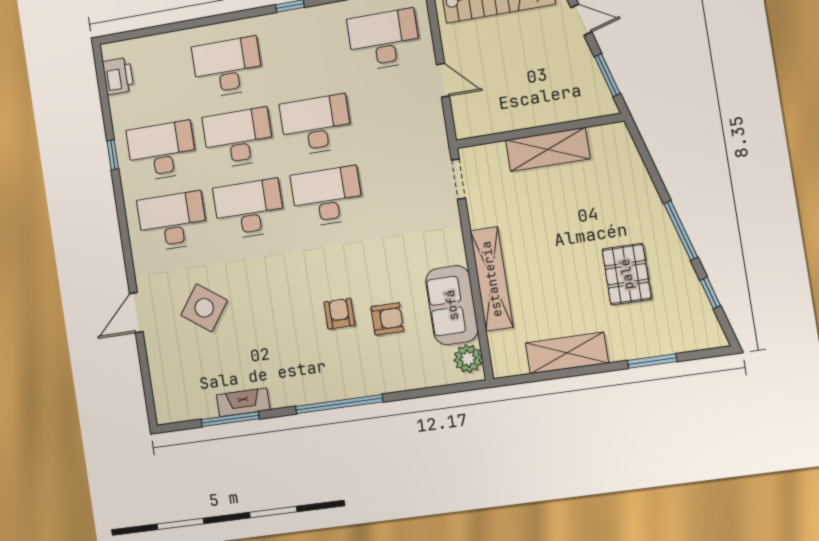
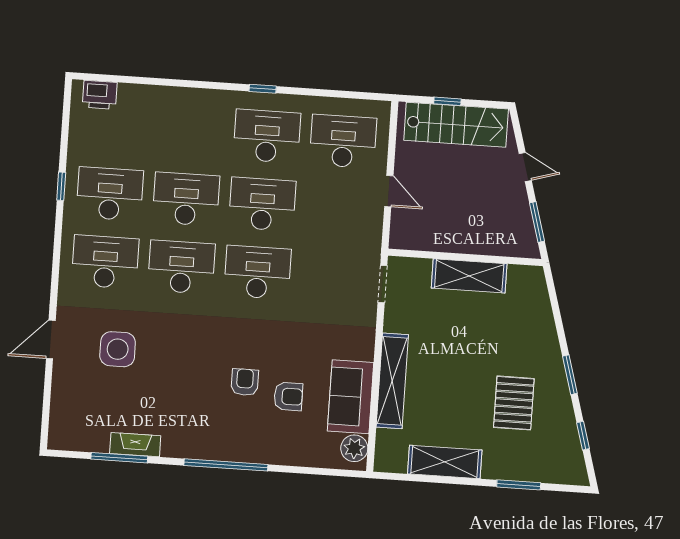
desk: (227, 67) -> (267, 136), moved
printer: (118, 76) -> (100, 95), moved, turned 90
window: (681, 230) -> (570, 375), width x0.69
side table: (204, 308) -> (118, 349), turned -36

